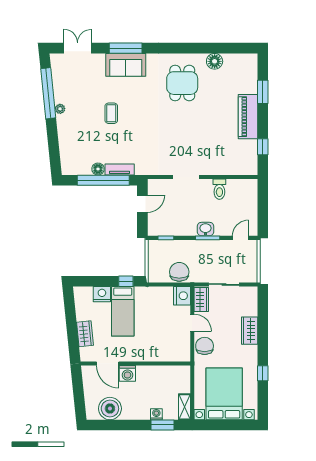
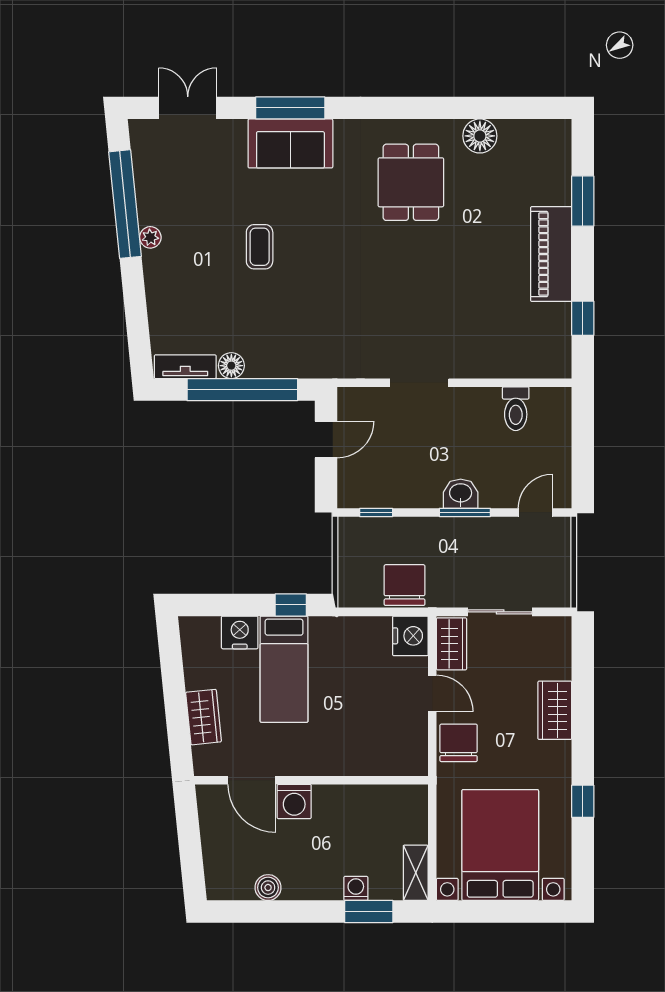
tv unit: (120, 170) -> (185, 367), moved
toilet: (219, 189) -> (516, 409), moved
boiler: (110, 409) -> (268, 888), width x0.54, depth x0.54

